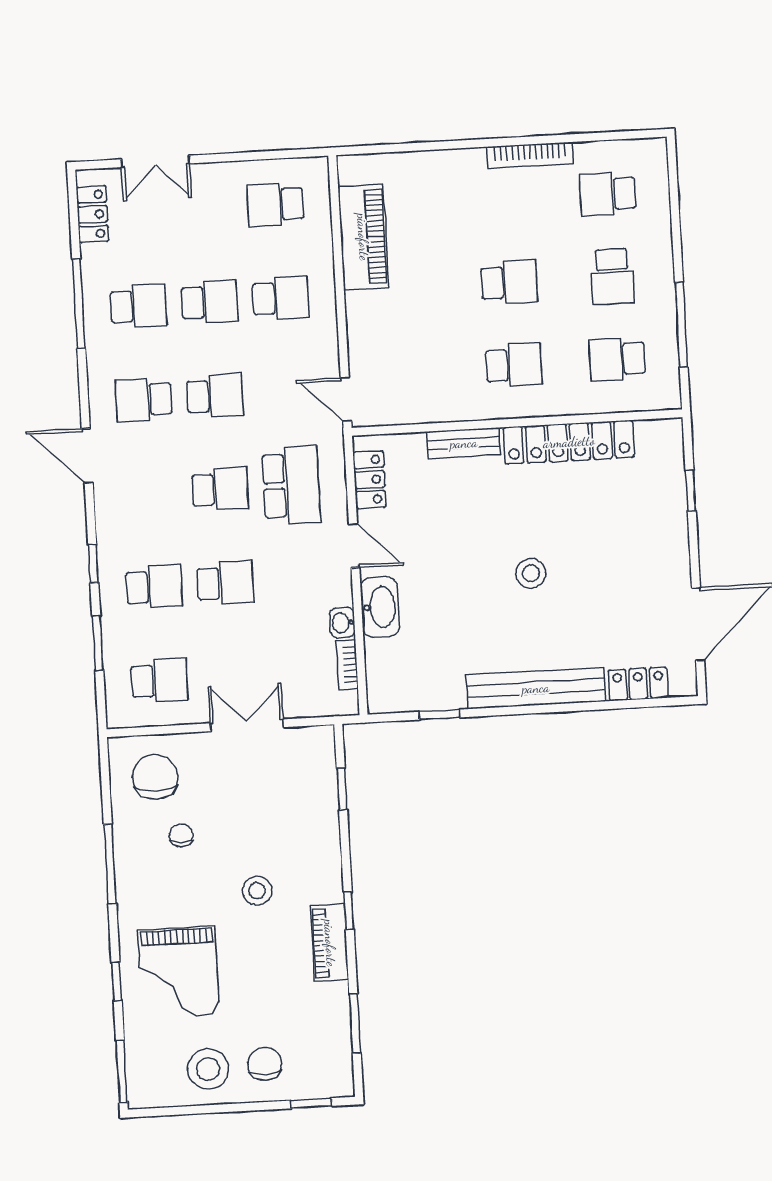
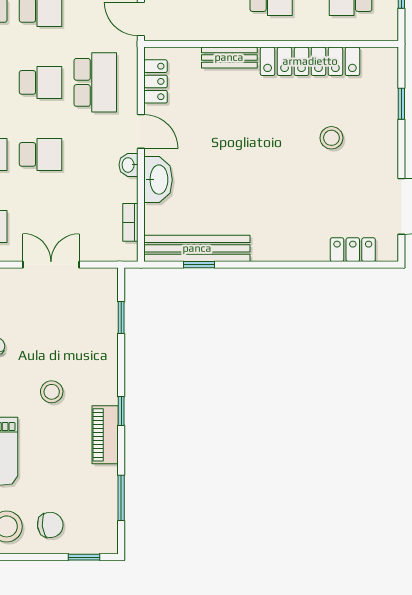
stool: (531, 573) -> (331, 138), moved
washbasin: (342, 623) -> (129, 165), moved
bench: (536, 688) -> (197, 248), moved
chair: (265, 1064) -> (50, 525), turned 84

